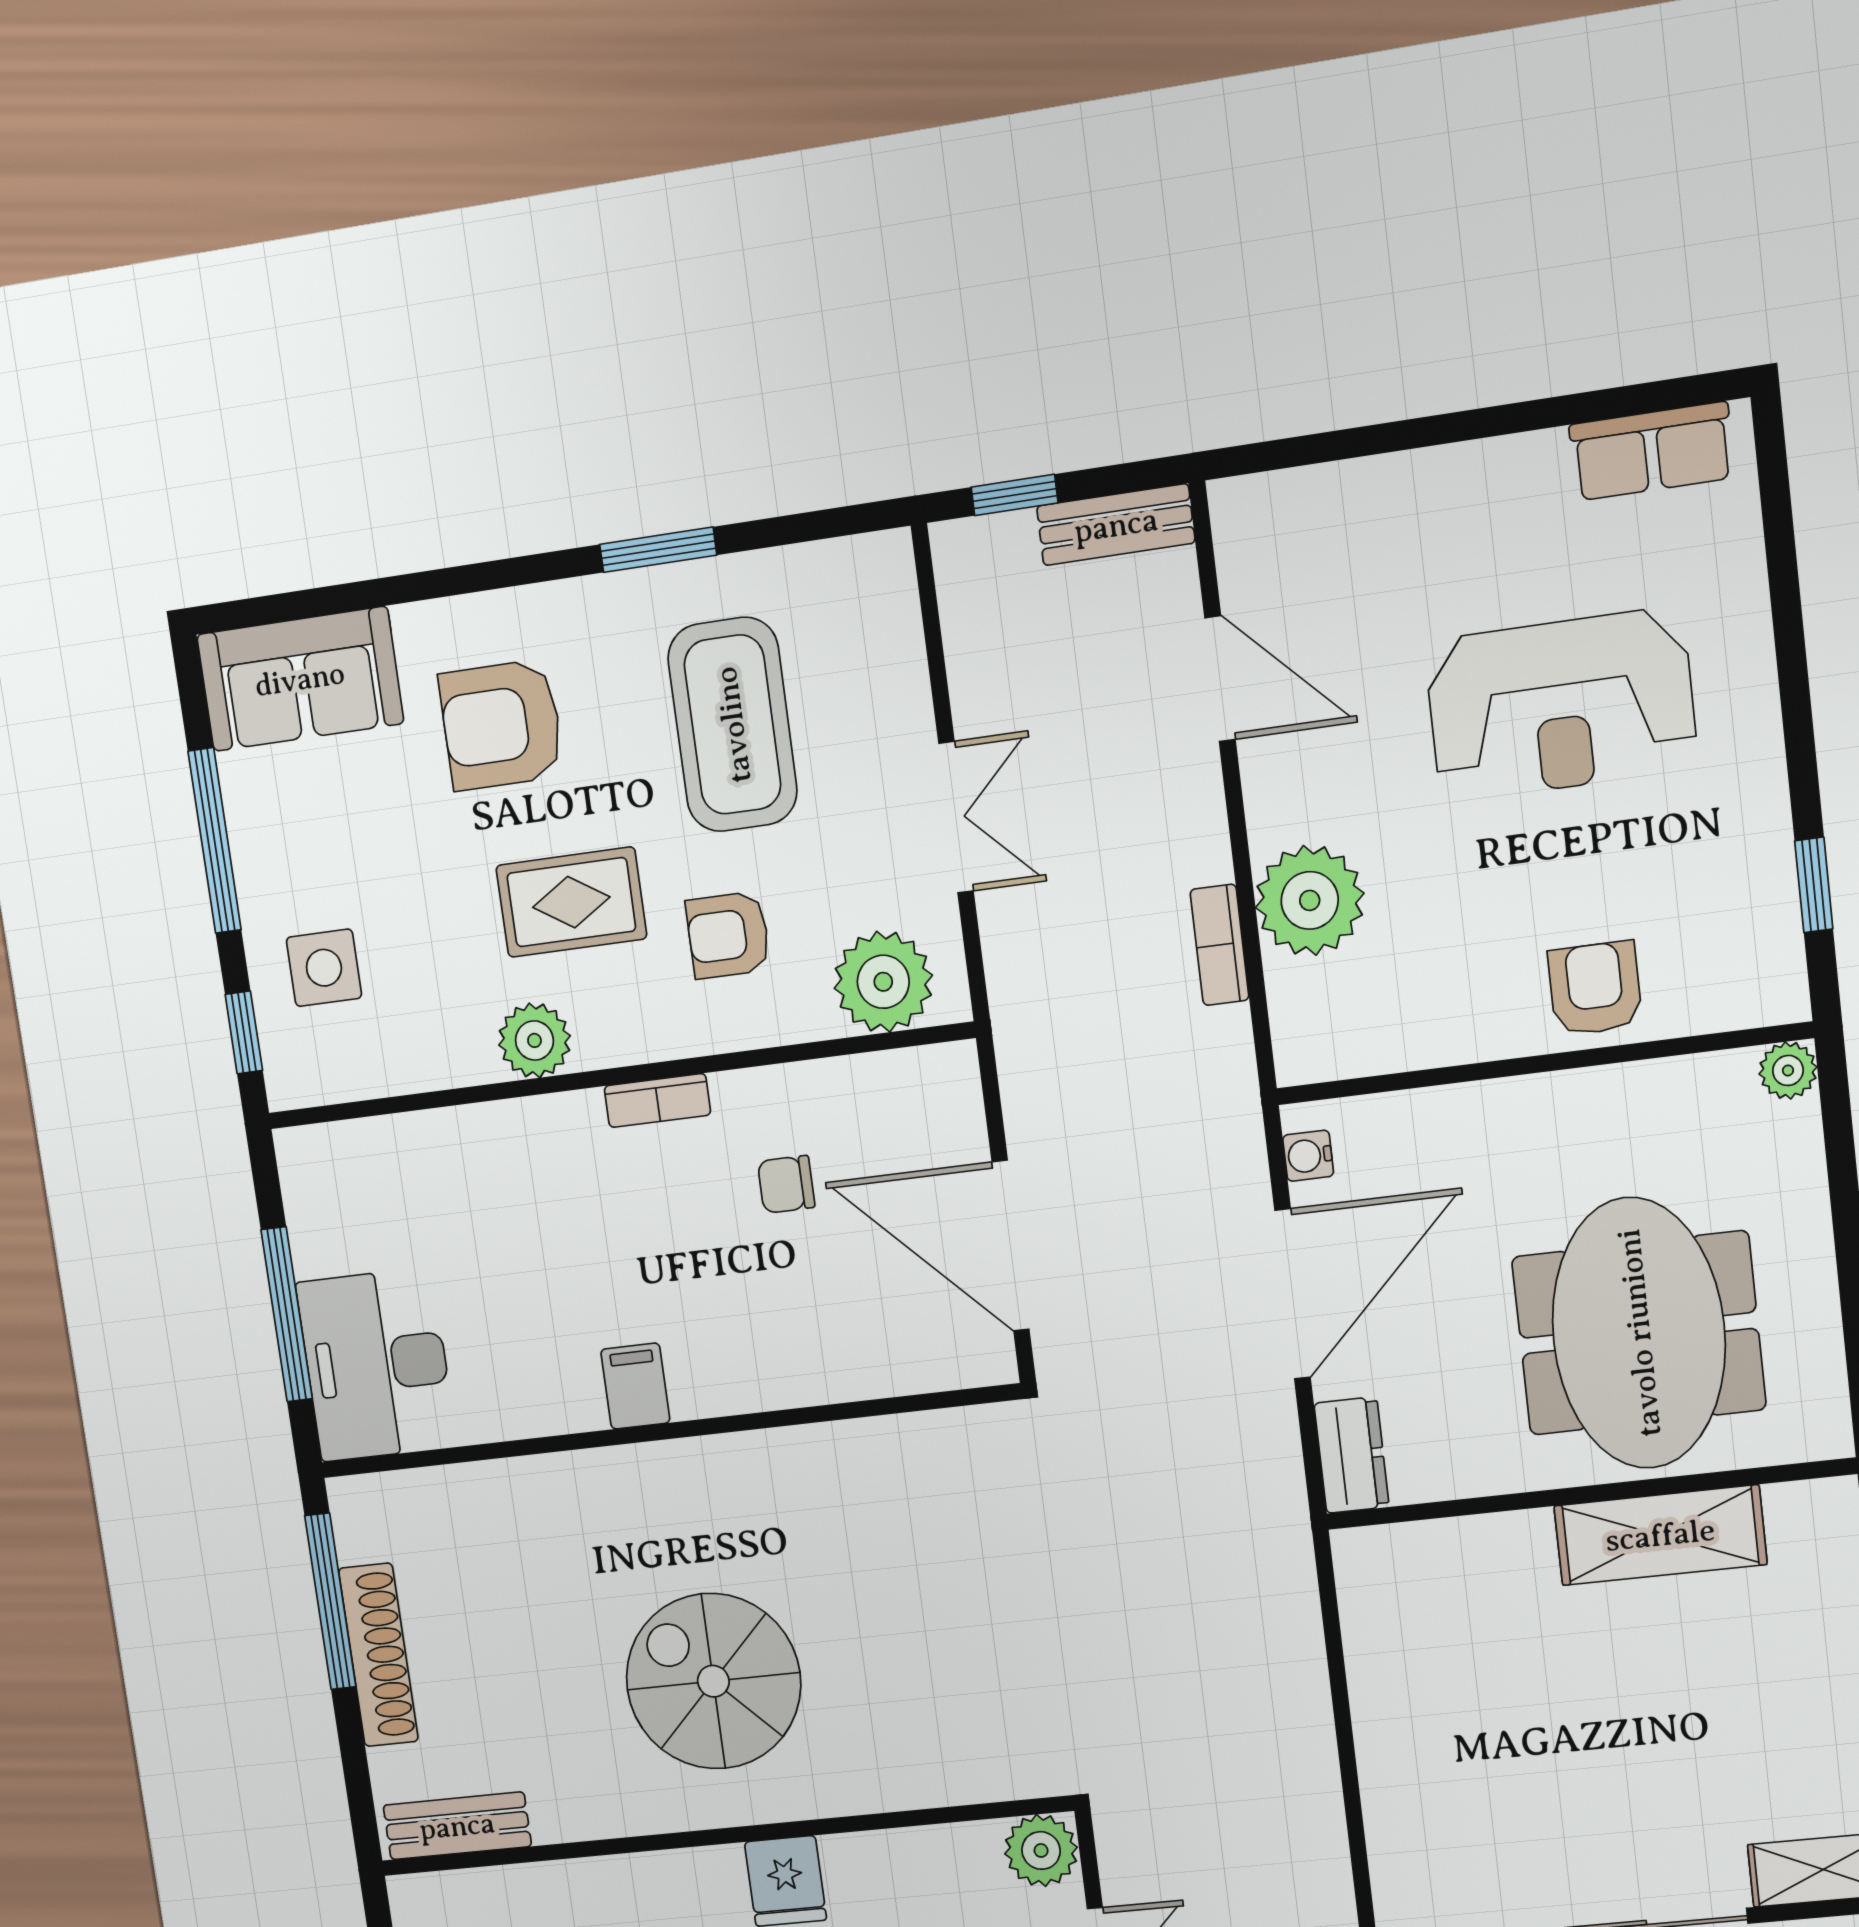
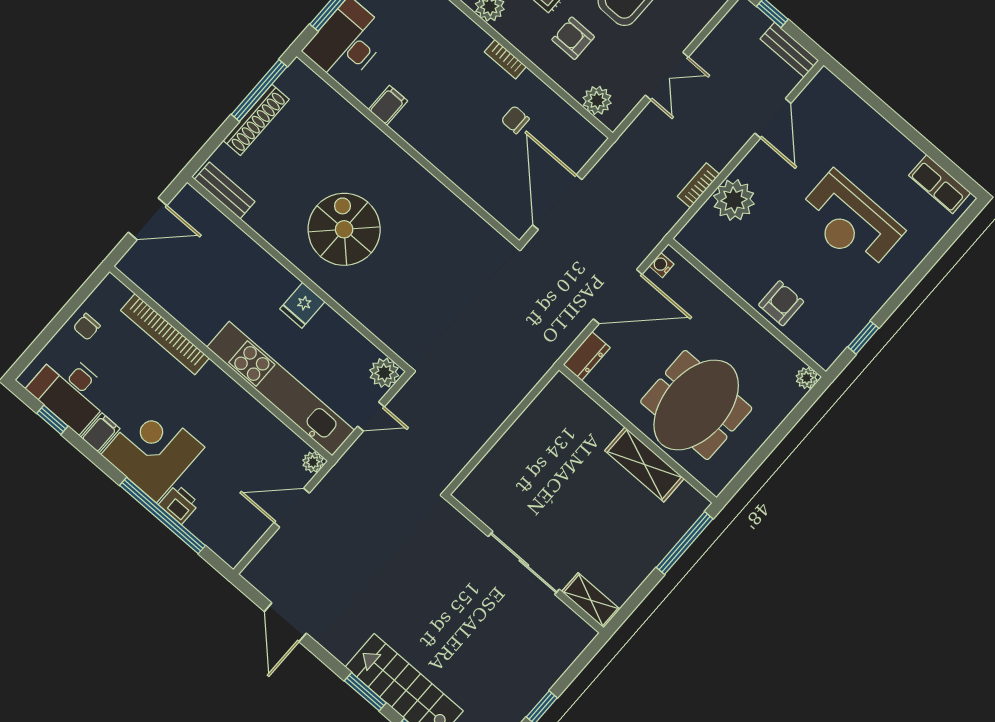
plant: (883, 982) -> (597, 100), width x0.73, depth x0.73
filing cabinet: (635, 1386) -> (388, 105), moved

